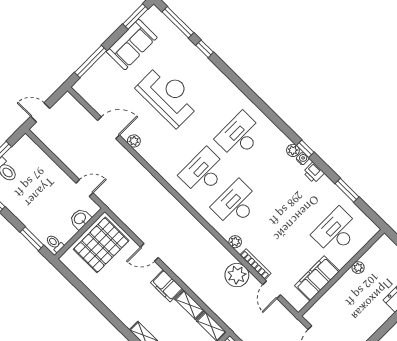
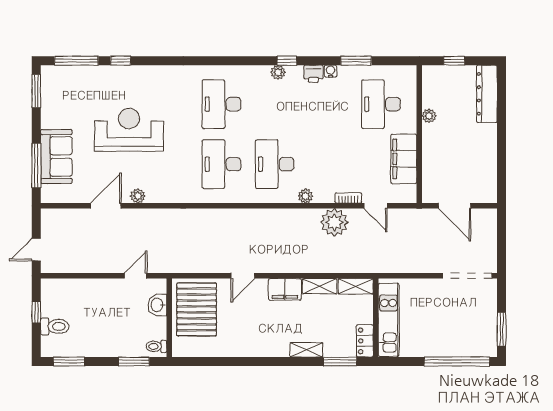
sofa: (132, 44) -> (56, 157), moved
water cooler: (303, 159) -> (331, 71), moved
bookcase: (255, 264) -> (348, 198), width x0.64

